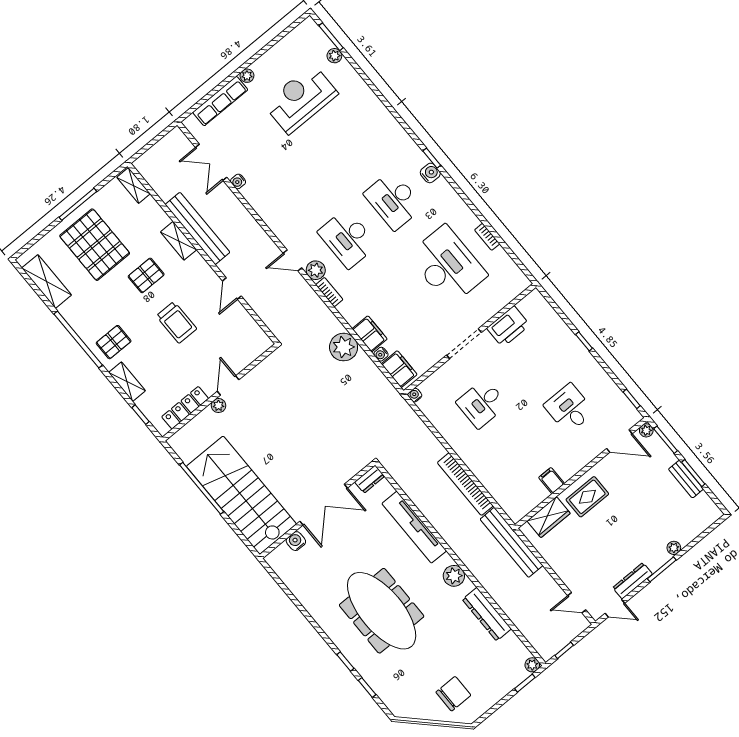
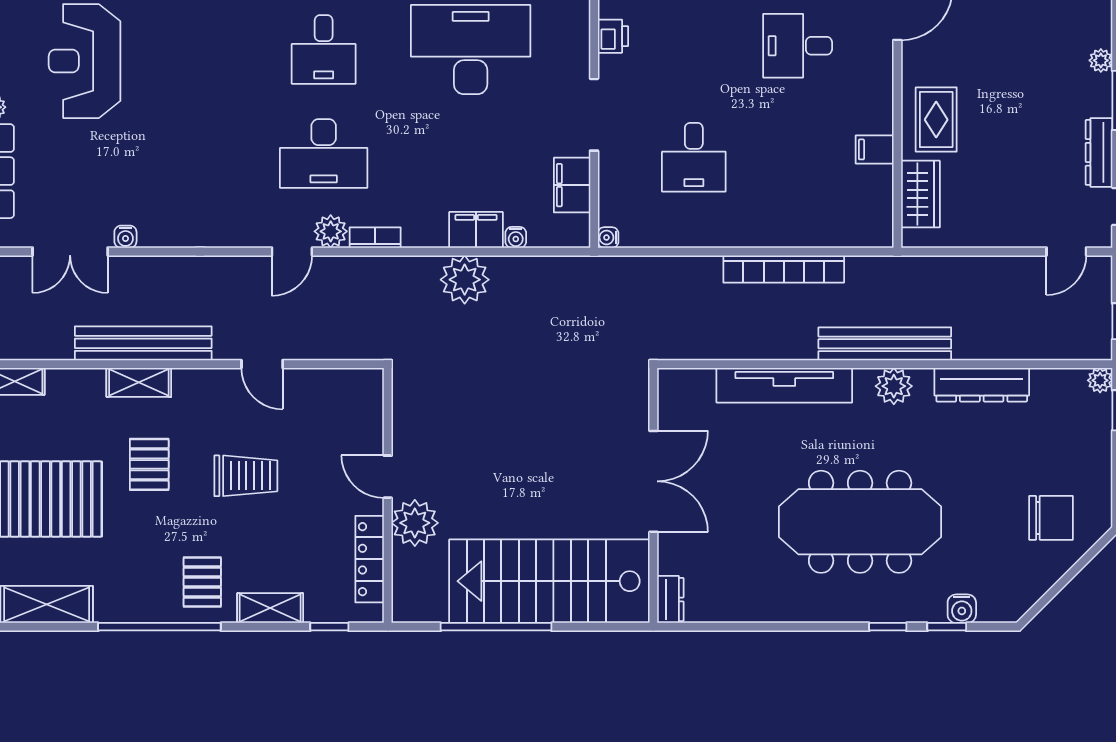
desk: (394, 200) -> (324, 49), width x0.73
printer: (508, 327) -> (613, 36), width x0.53, depth x0.68
filing cabinet: (399, 369) -> (572, 185), moved, turned -90
plant: (219, 406) -> (415, 523), width x1.87, depth x1.87
dresser: (370, 479) -> (670, 599), moved
water cooler: (296, 541) -> (962, 609), moved, turned -90
bench: (511, 542) -> (885, 344), moved
chair: (453, 694) -> (1051, 518), turned 90

